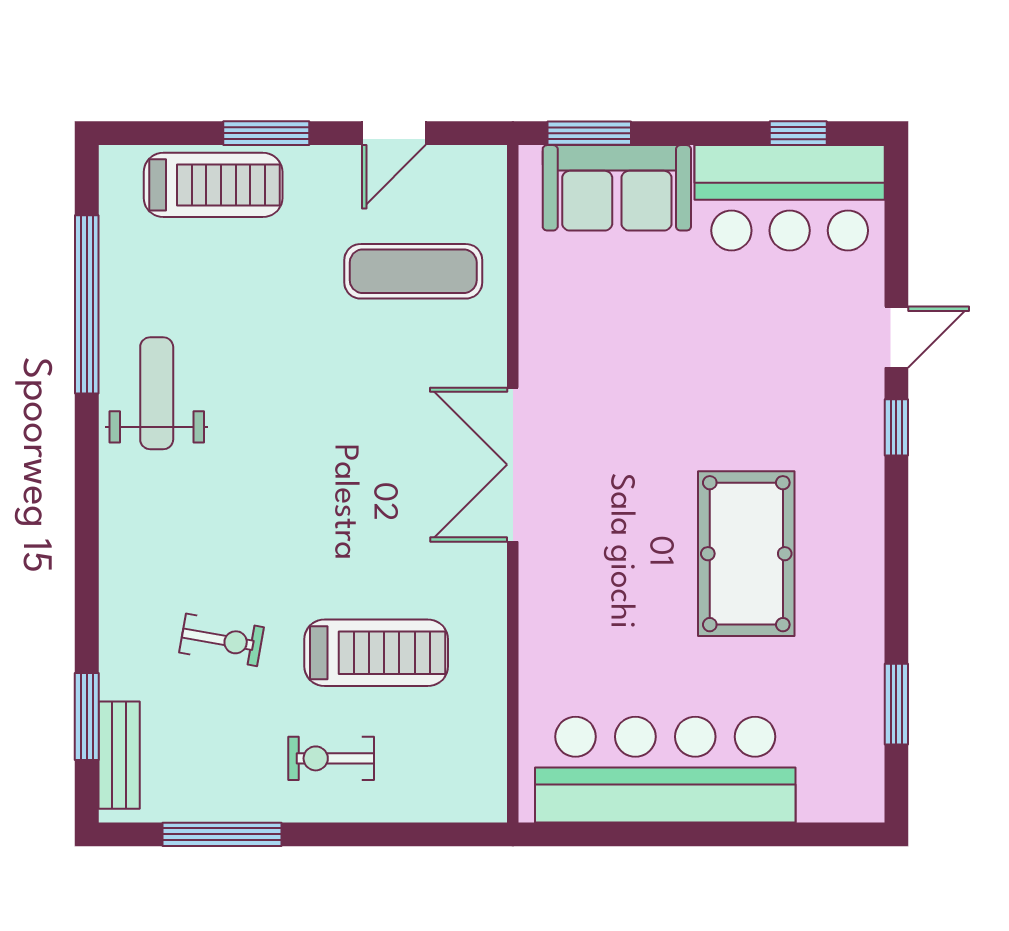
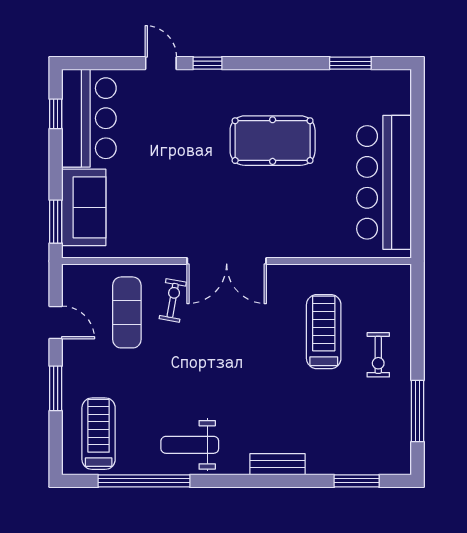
treadmill: (213, 185) -> (99, 434), moved
exercise bike: (222, 640) -> (173, 300), moved
bench: (119, 755) -> (278, 464), moved

